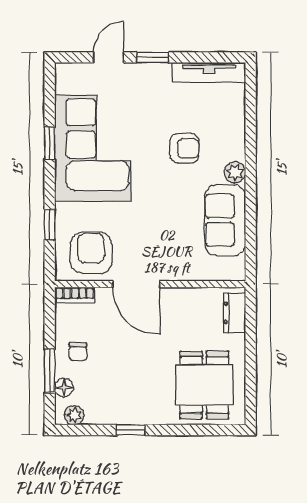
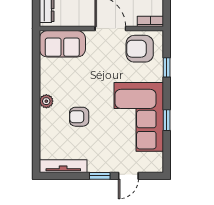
sofa: (225, 220) -> (62, 44), moved, turned 90
armchair: (91, 253) -> (140, 49), turned 90

